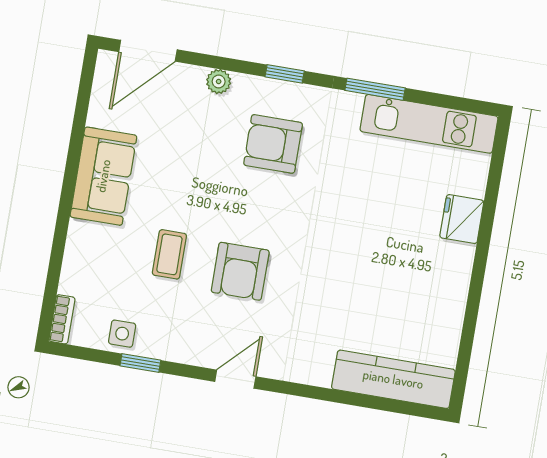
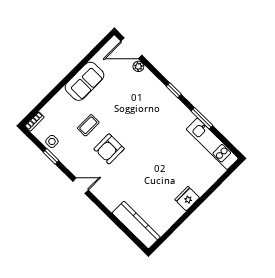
plant: (219, 82) -> (138, 66), moved
armchair: (273, 144) -> (152, 112), removed
fridge: (462, 219) -> (187, 199), moved

